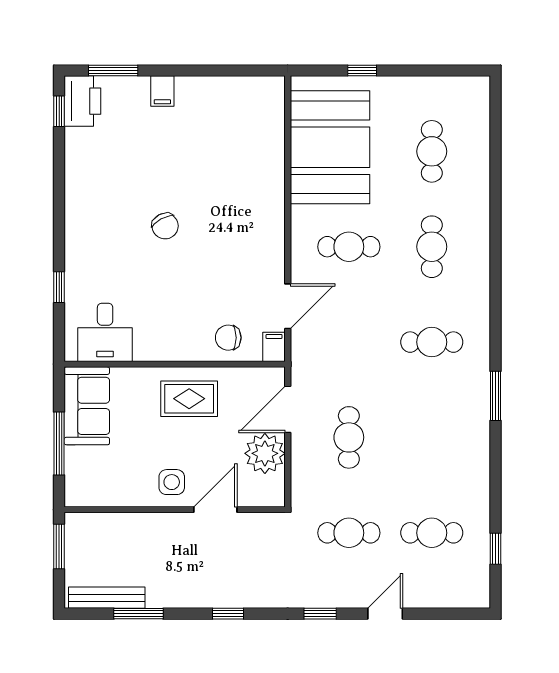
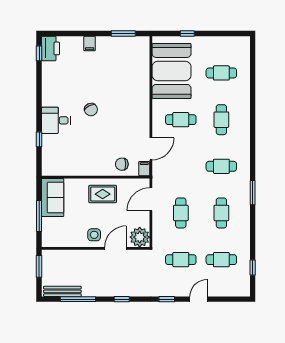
window: (113, 71) -> (123, 33), moved
cafe table: (432, 151) -> (221, 73), turned 90
desk: (105, 332) -> (56, 120), moved, turned 90
cafe table: (432, 437) -> (221, 213), added
plant: (265, 453) -> (140, 237), moved
window: (138, 614) -> (78, 299), width x1.44

